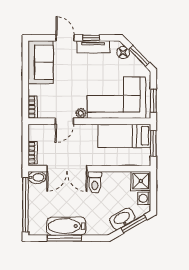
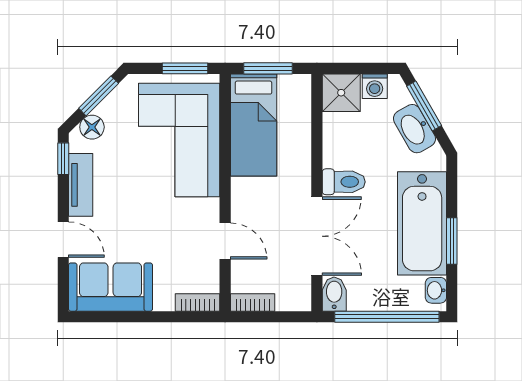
door: (65, 38) -> (63, 240), swing flipped
window: (91, 38) -> (63, 159), moved
plant: (81, 113) -> (209, 209), removed
bookcase: (33, 153) -> (253, 302), moved
bathtub: (66, 226) -> (422, 223), width x1.36, depth x1.36
washbasin: (39, 230) -> (436, 290), added
window: (64, 238) -> (452, 241), width x0.69

